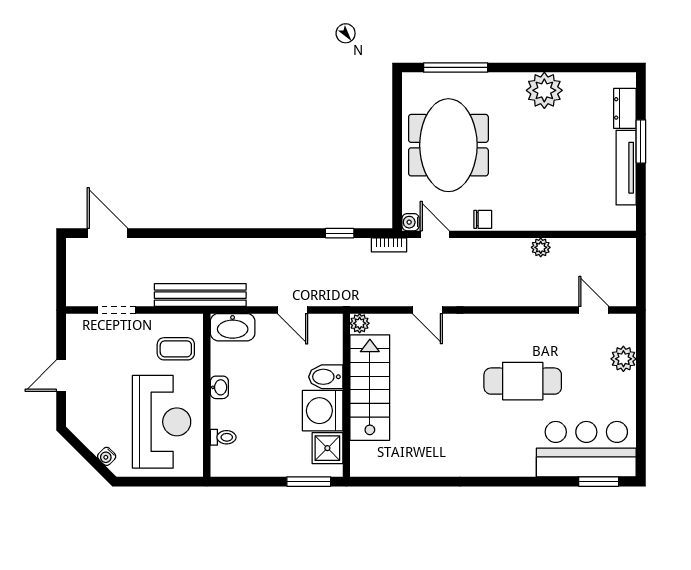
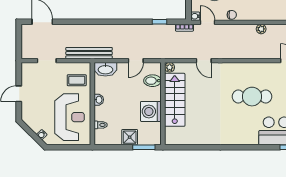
door: (293, 310) -> (136, 61), hinge flipped
bidet: (326, 377) -> (152, 81), moved
shower: (327, 448) -> (130, 137), moved

